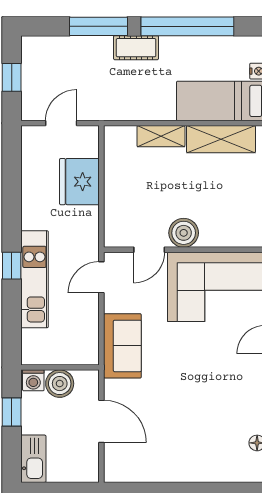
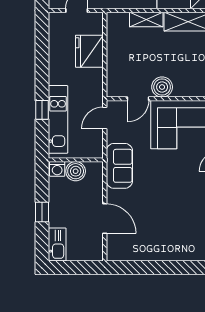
wall: (60, 367) -> (76, 160), moved
washing machine: (33, 380) -> (57, 169), moved
boiler: (60, 384) -> (76, 171), moved

